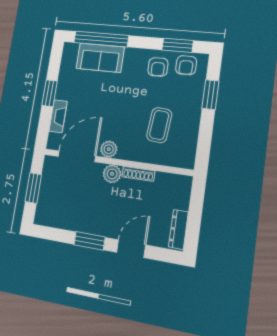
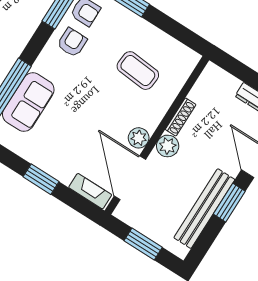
armchair: (158, 67) -> (72, 42), turned -88
fireplace: (58, 116) -> (90, 191), moved
bench: (77, 223) -> (204, 209), added

